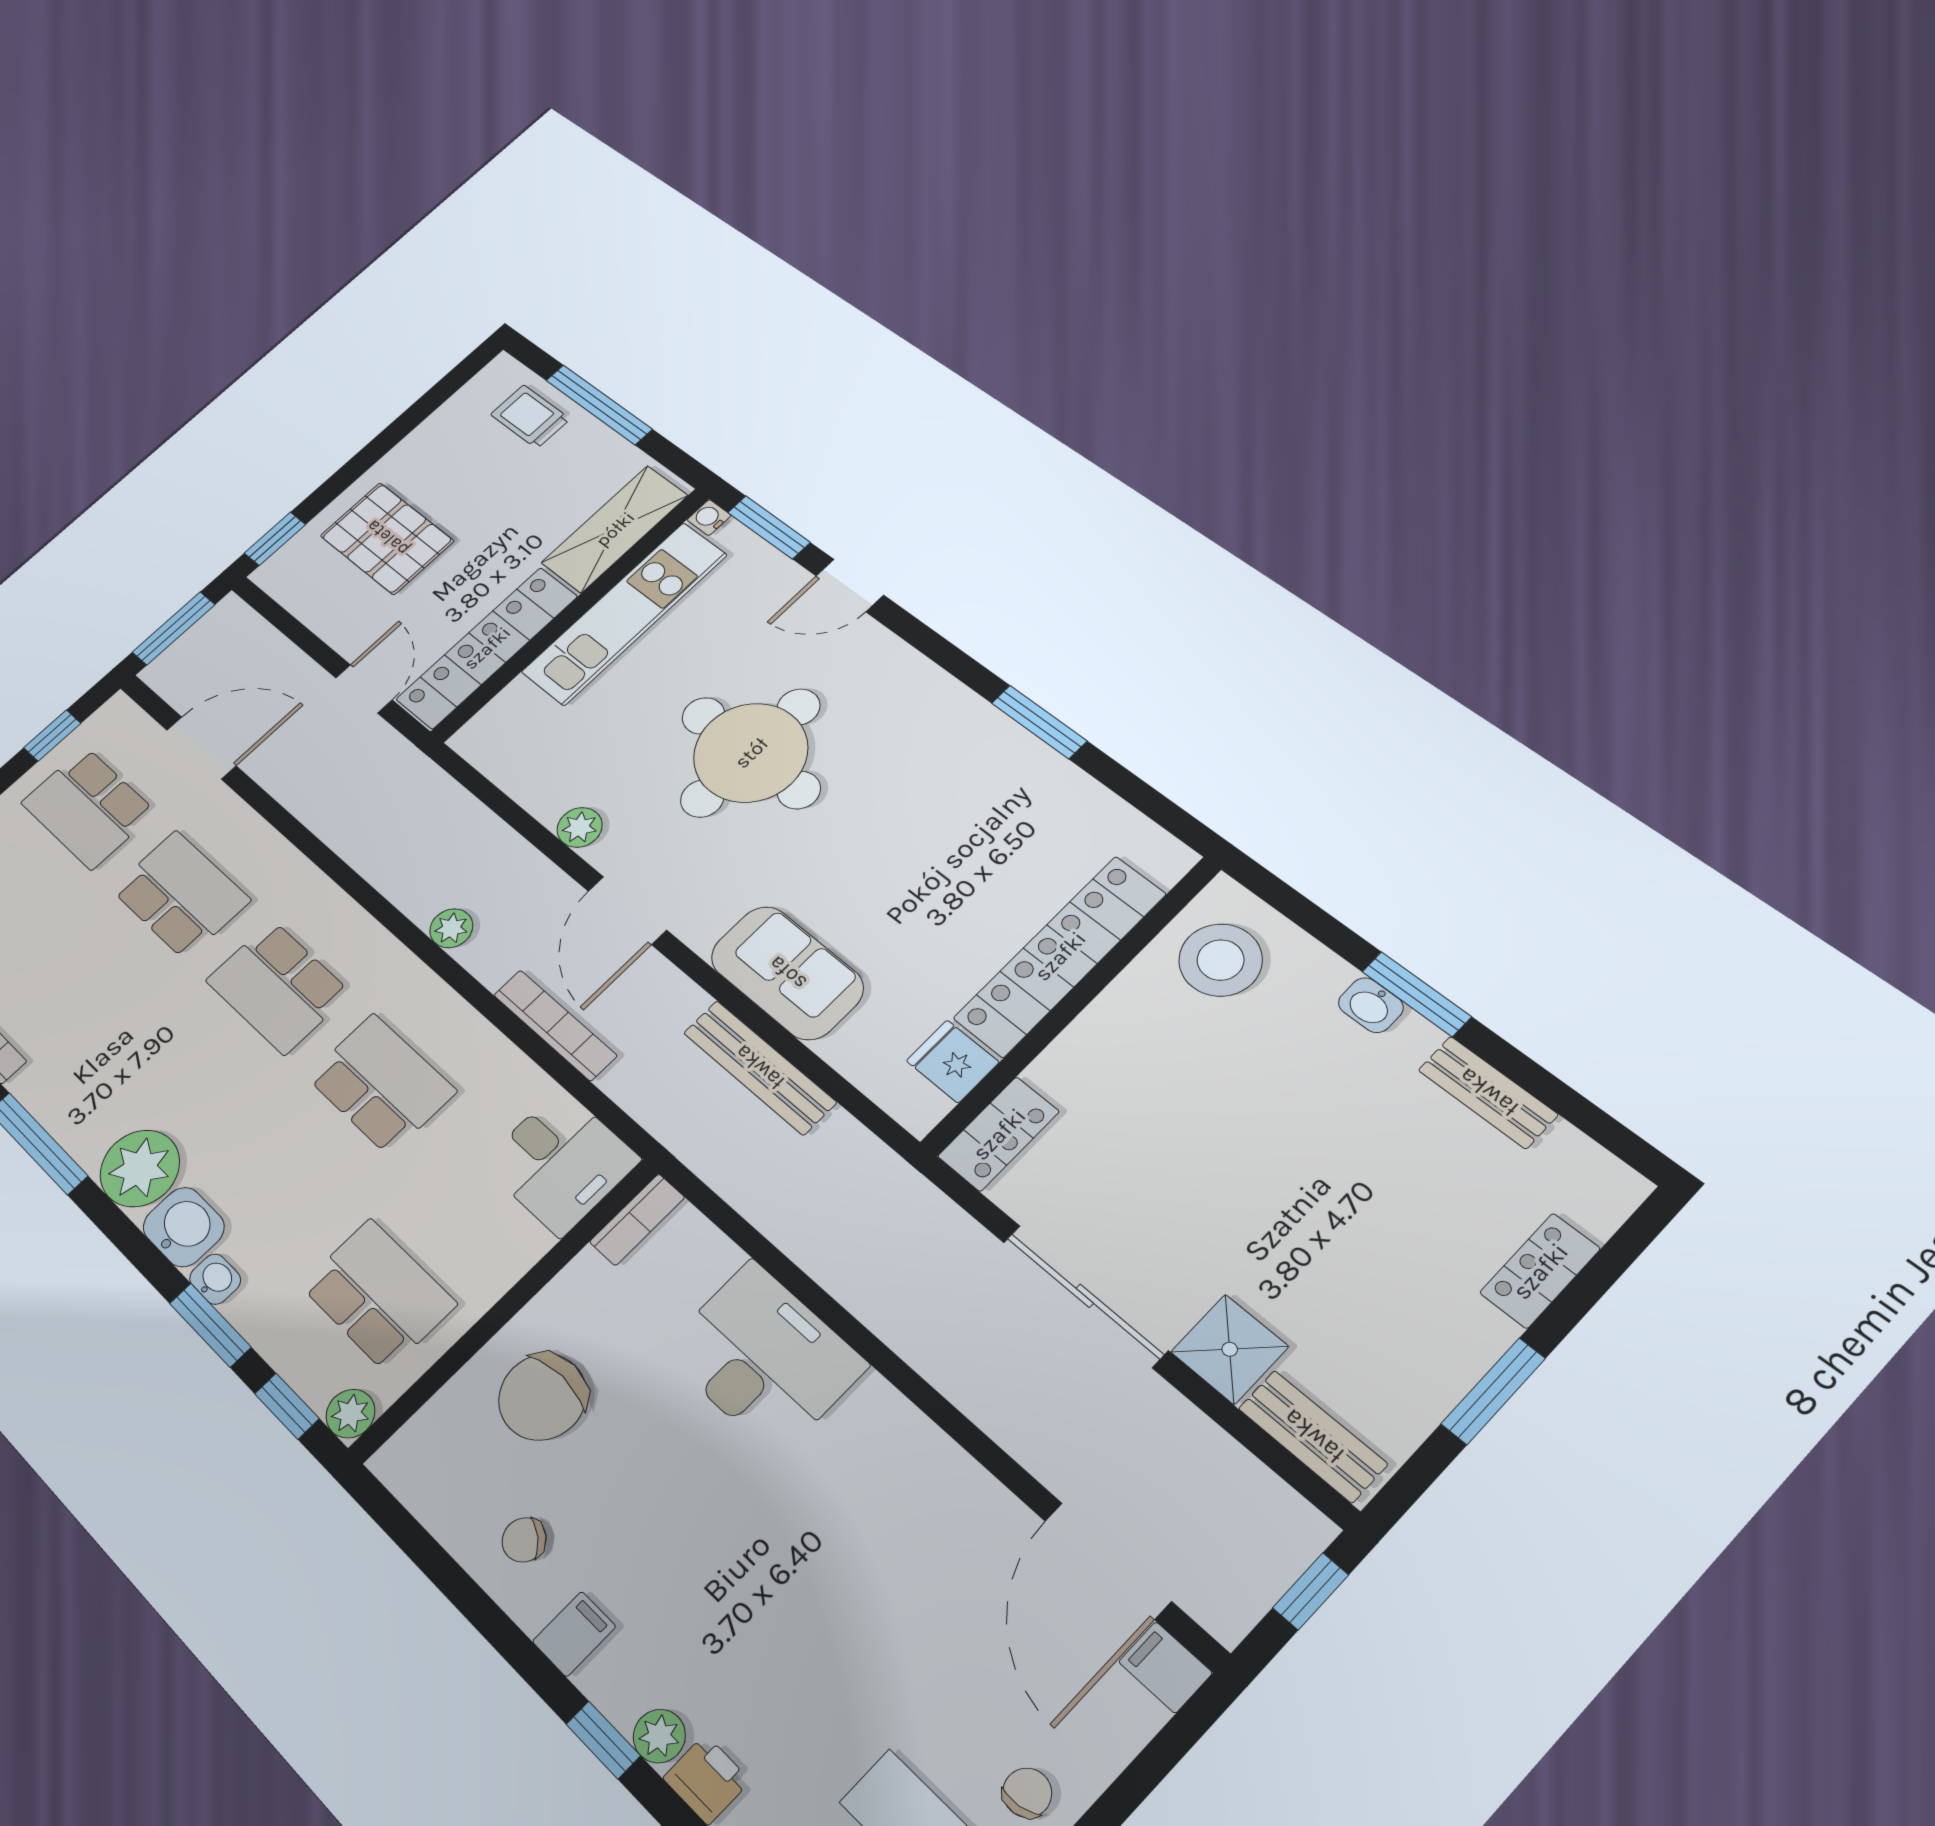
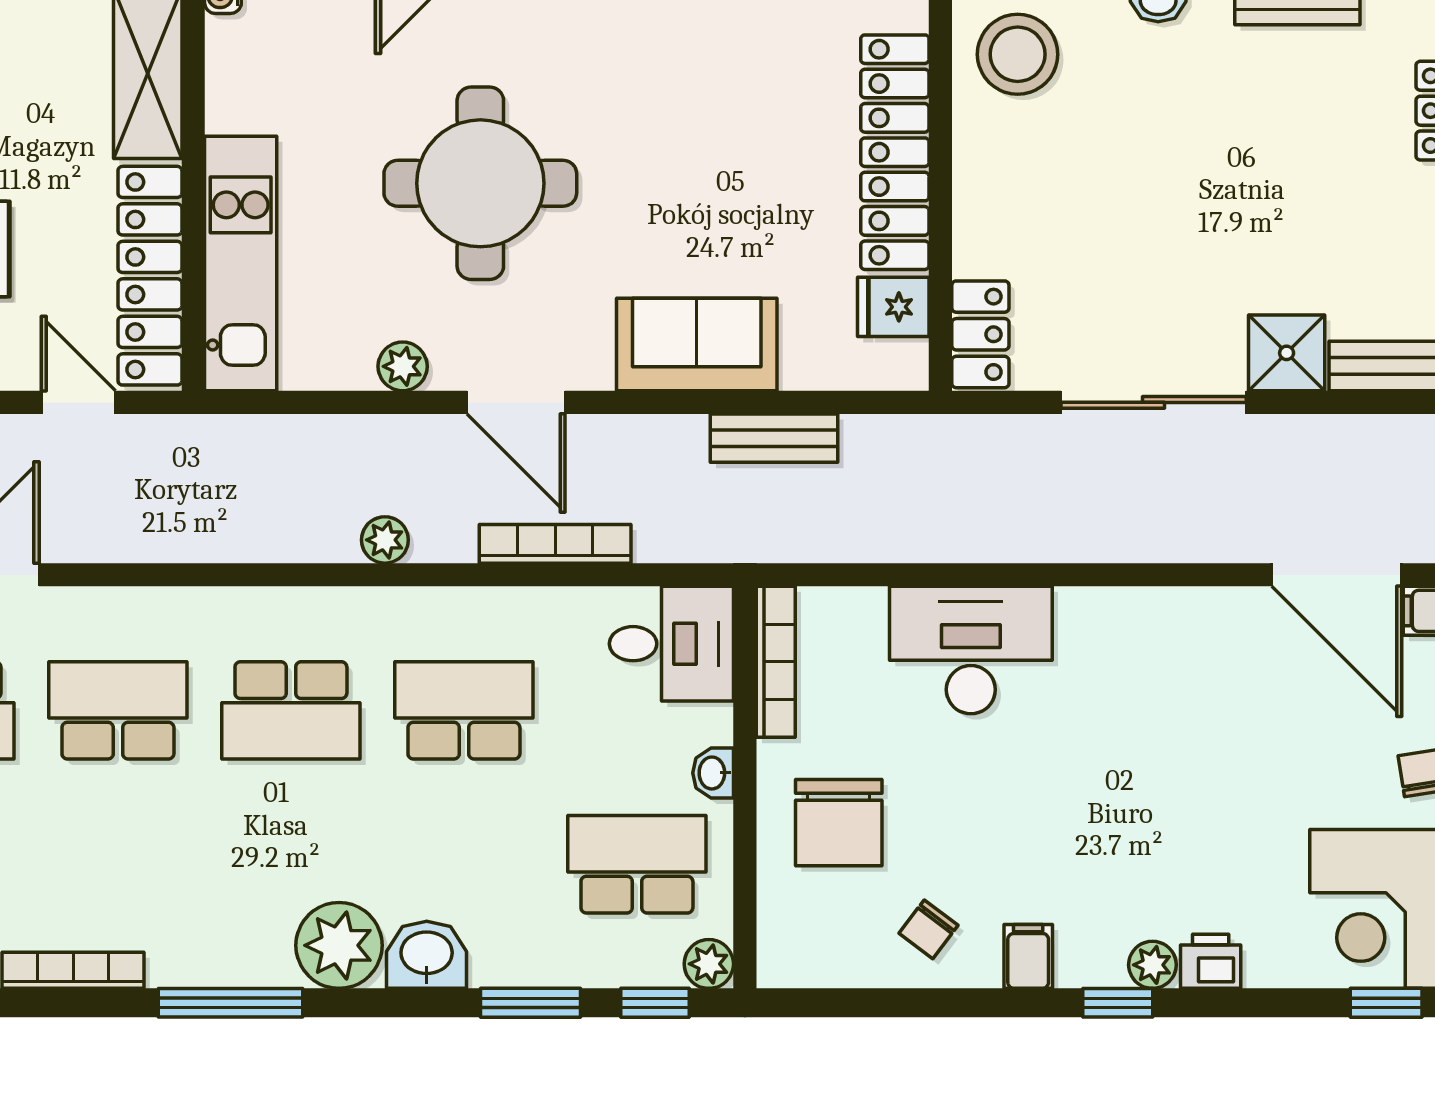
kitchen unit: (625, 613) -> (241, 263), moved
bench: (759, 1067) -> (774, 438), width x0.73
bookcase: (637, 1220) -> (776, 662), width x1.56
washbasin: (215, 1279) -> (713, 773), moved, turned -90

